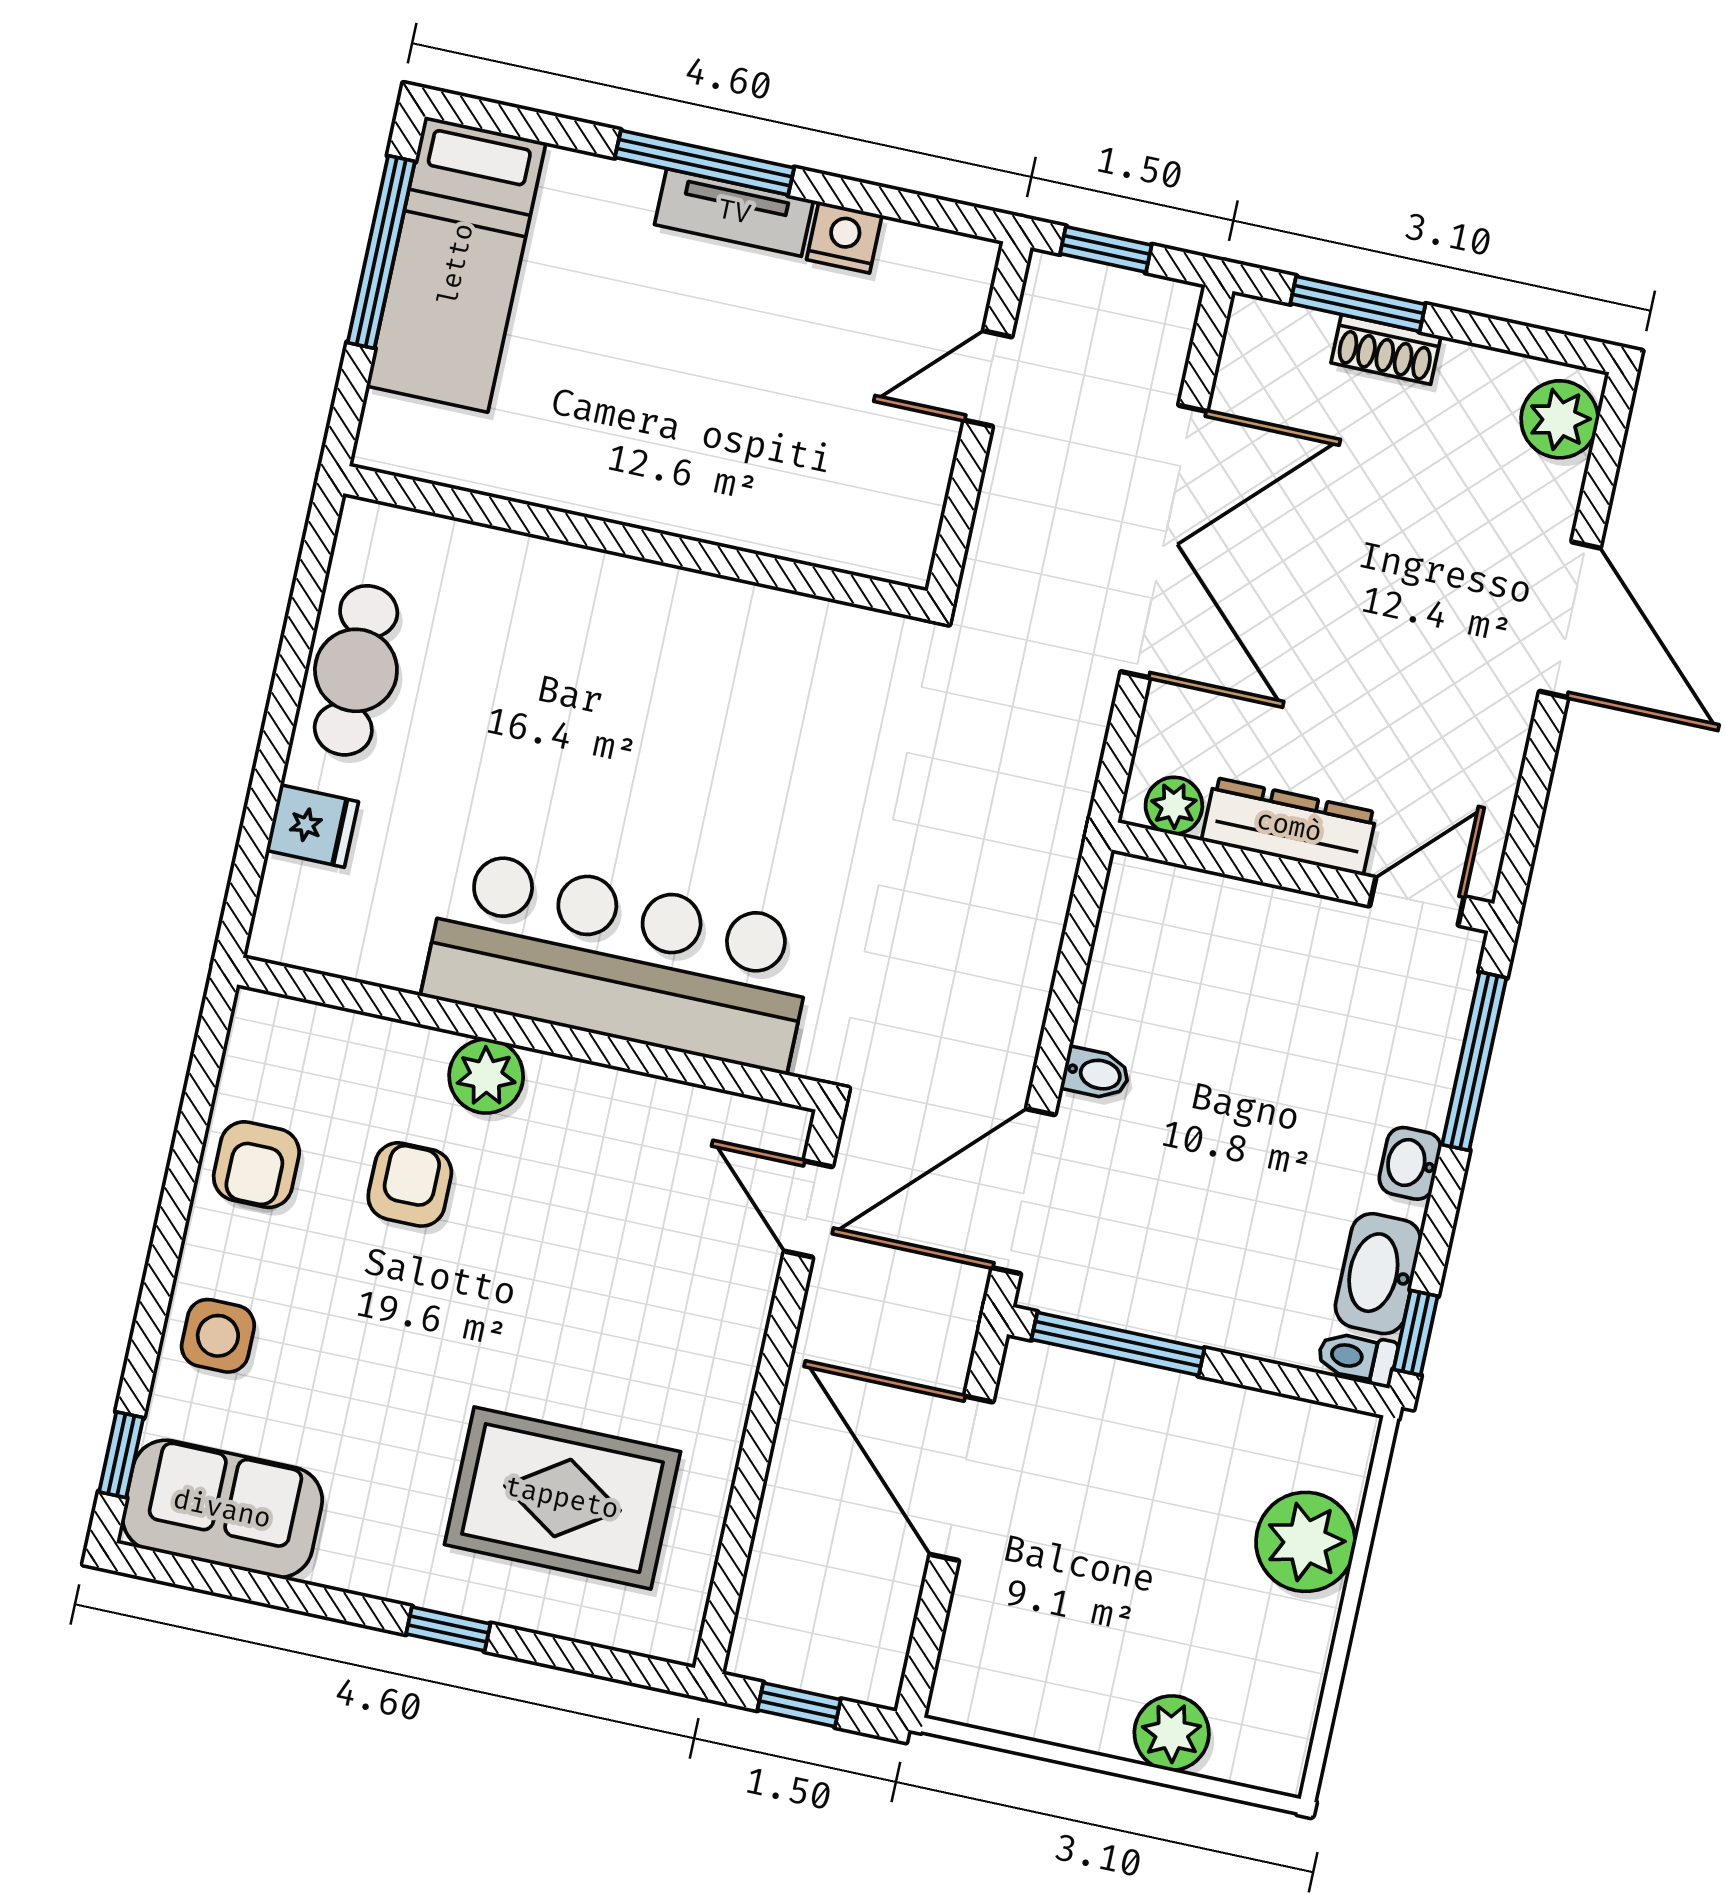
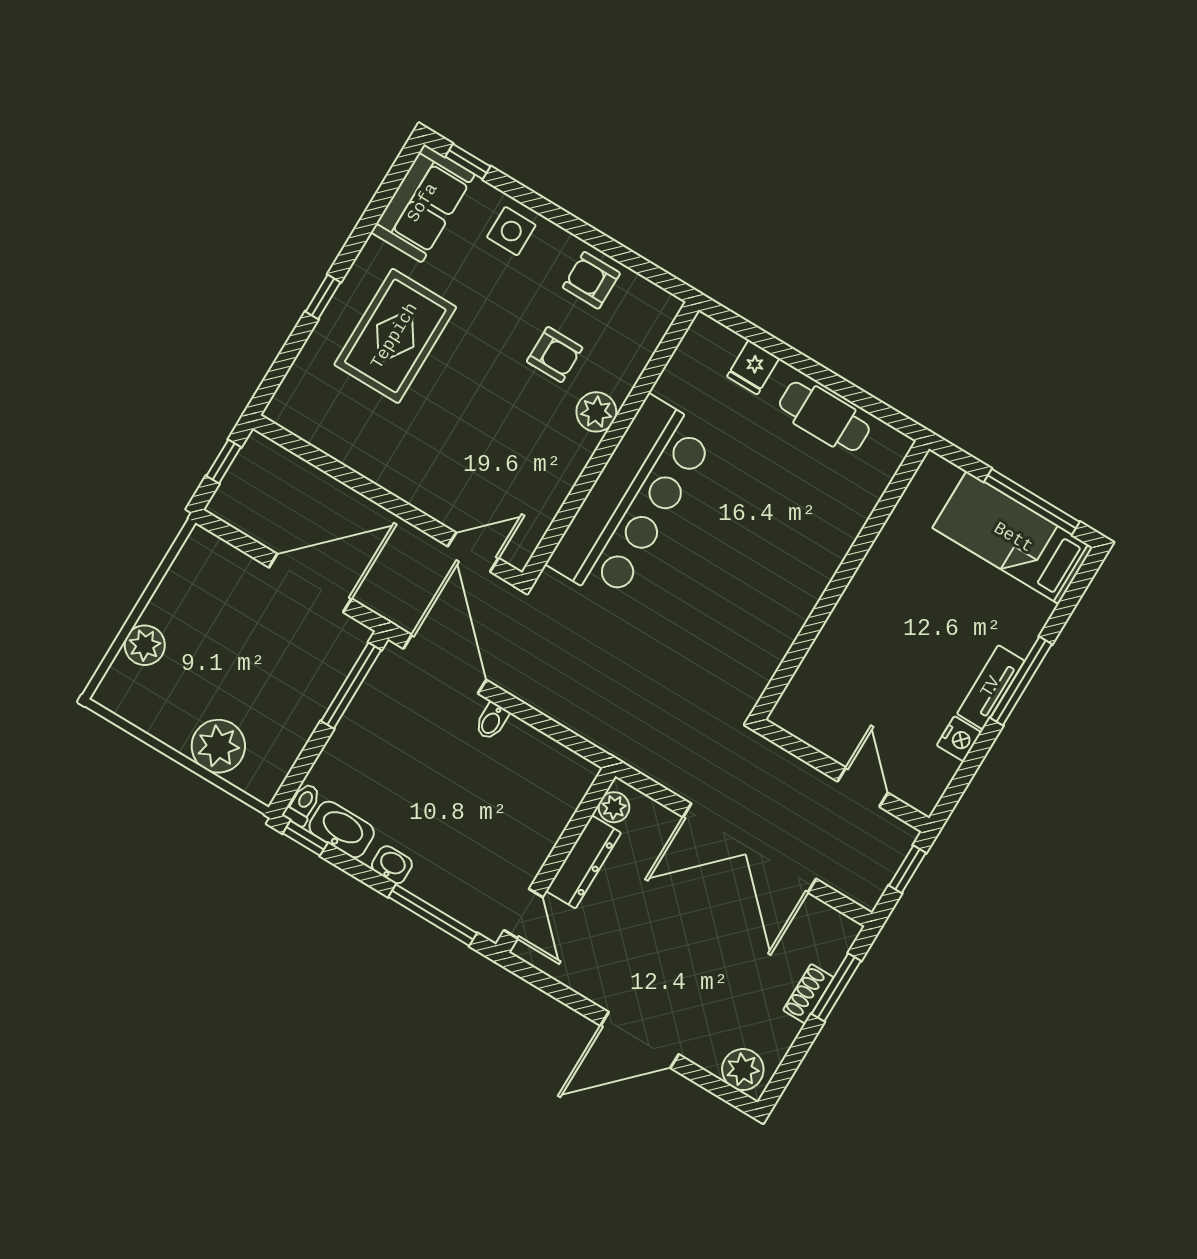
rug: (562, 1498) -> (395, 336), moved

